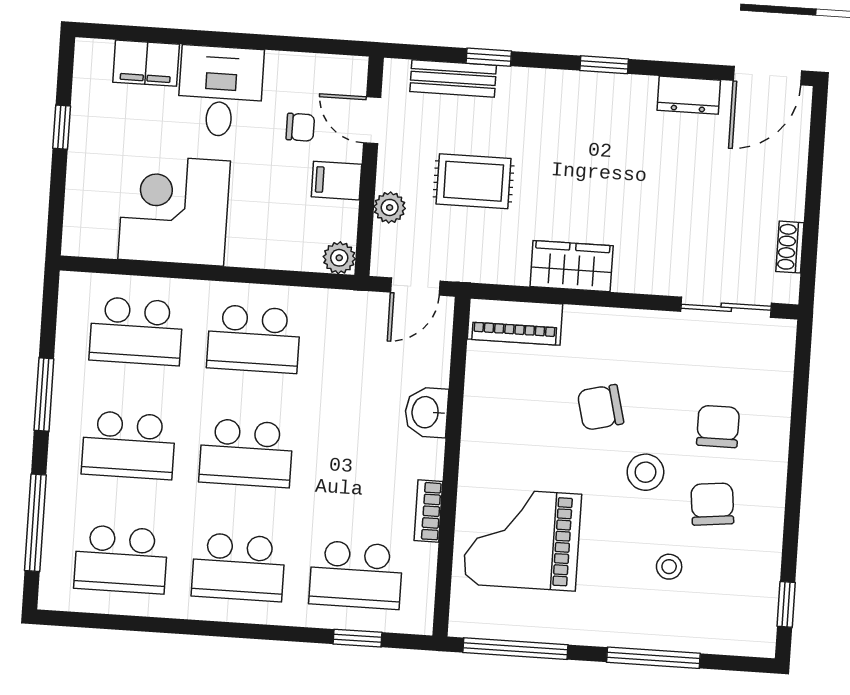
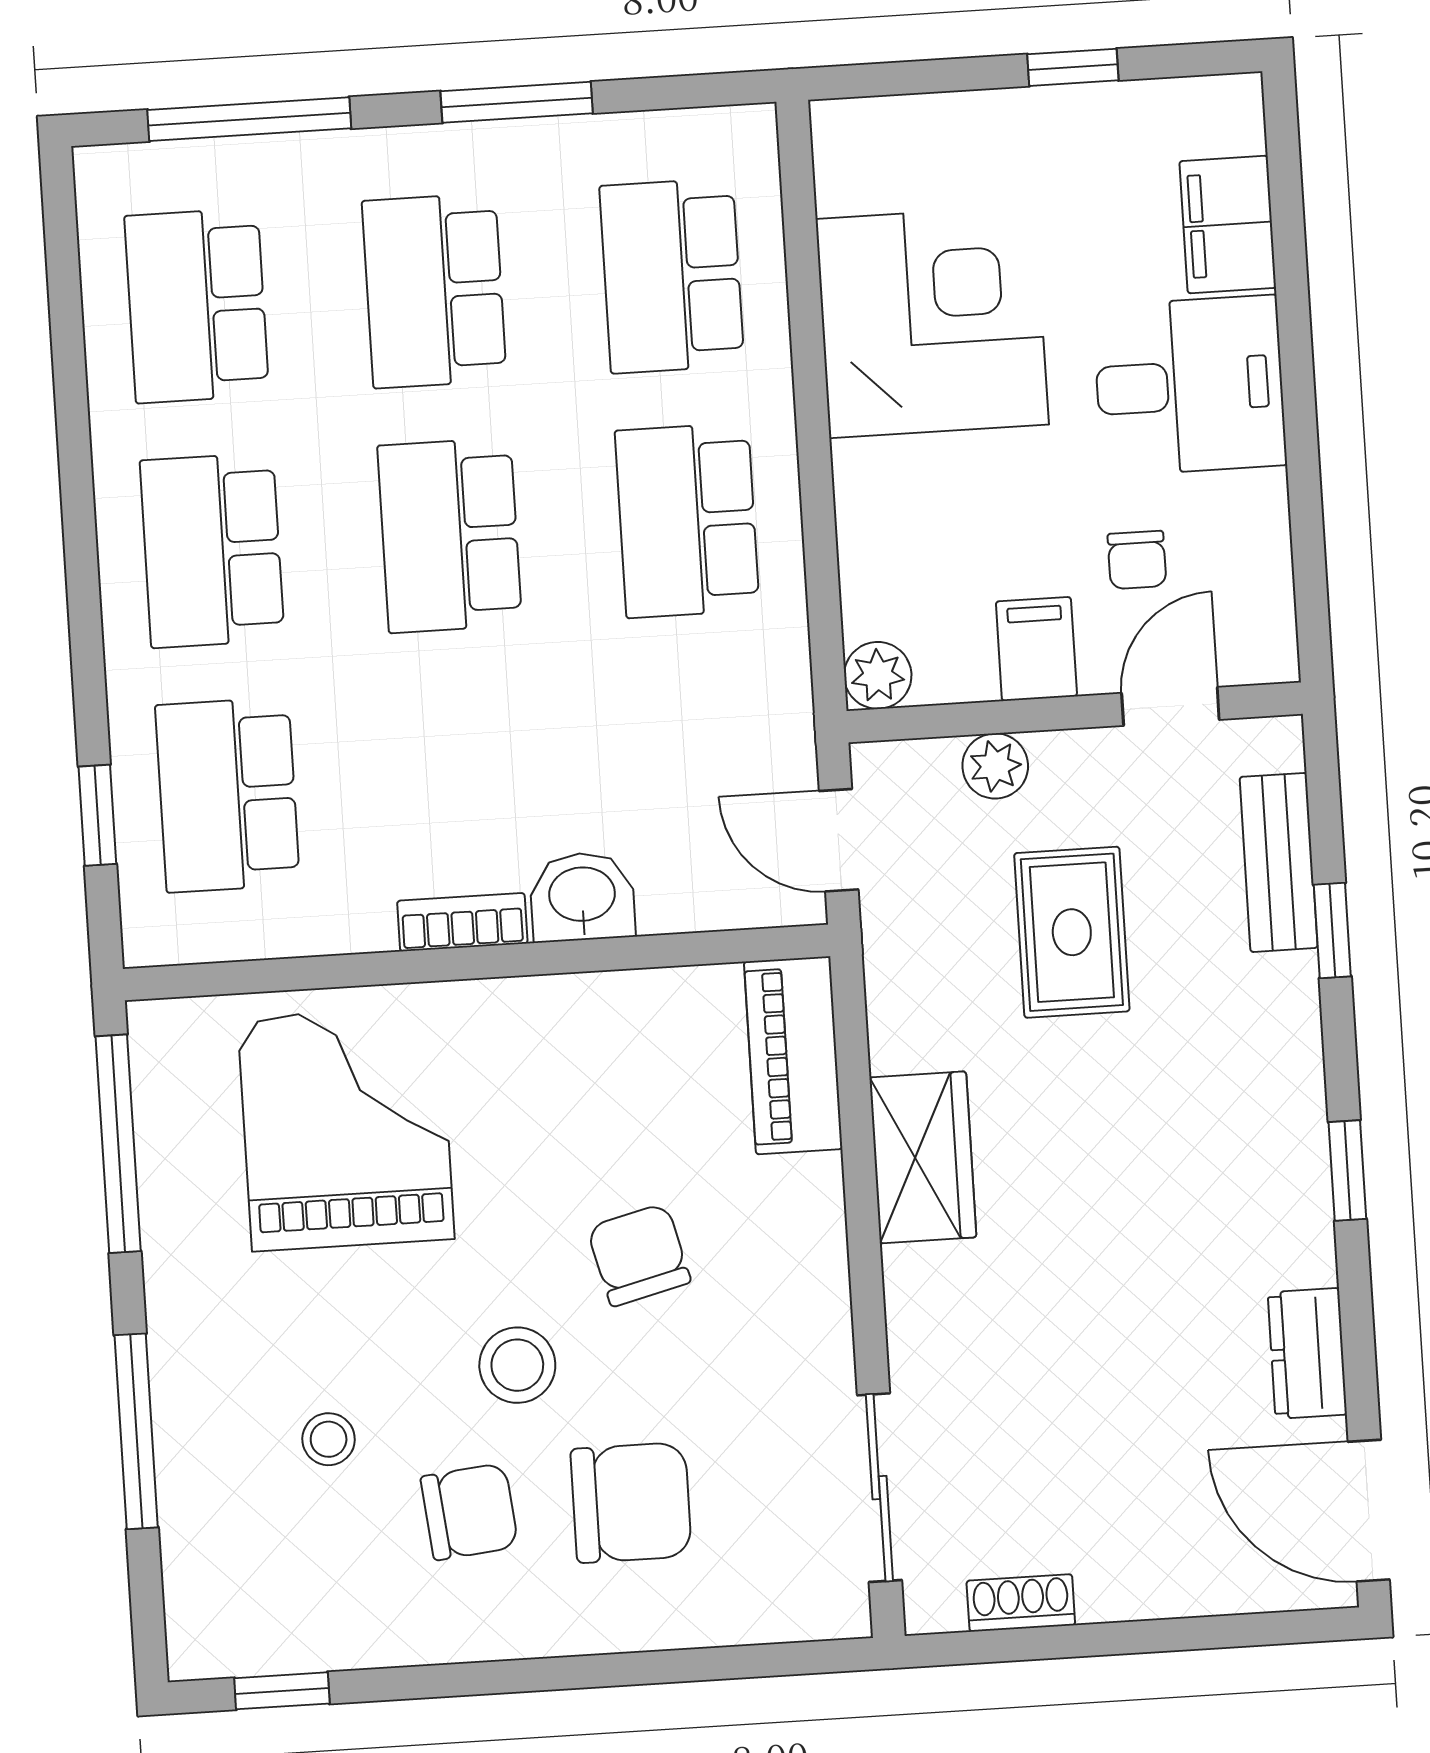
chair: (718, 426) -> (631, 1503), width x1.37, depth x1.37
bookcase: (428, 511) -> (462, 922), moved

